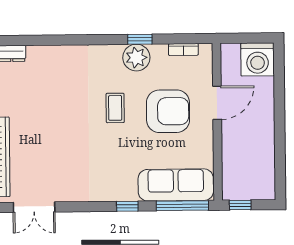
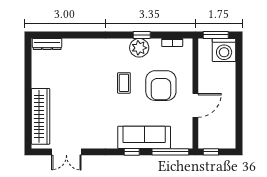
window: (245, 38) -> (216, 35), added
door: (217, 103) -> (195, 105), moved
armchair: (168, 111) -> (161, 86), turned 90
sofa: (176, 185) -> (144, 137), moved

